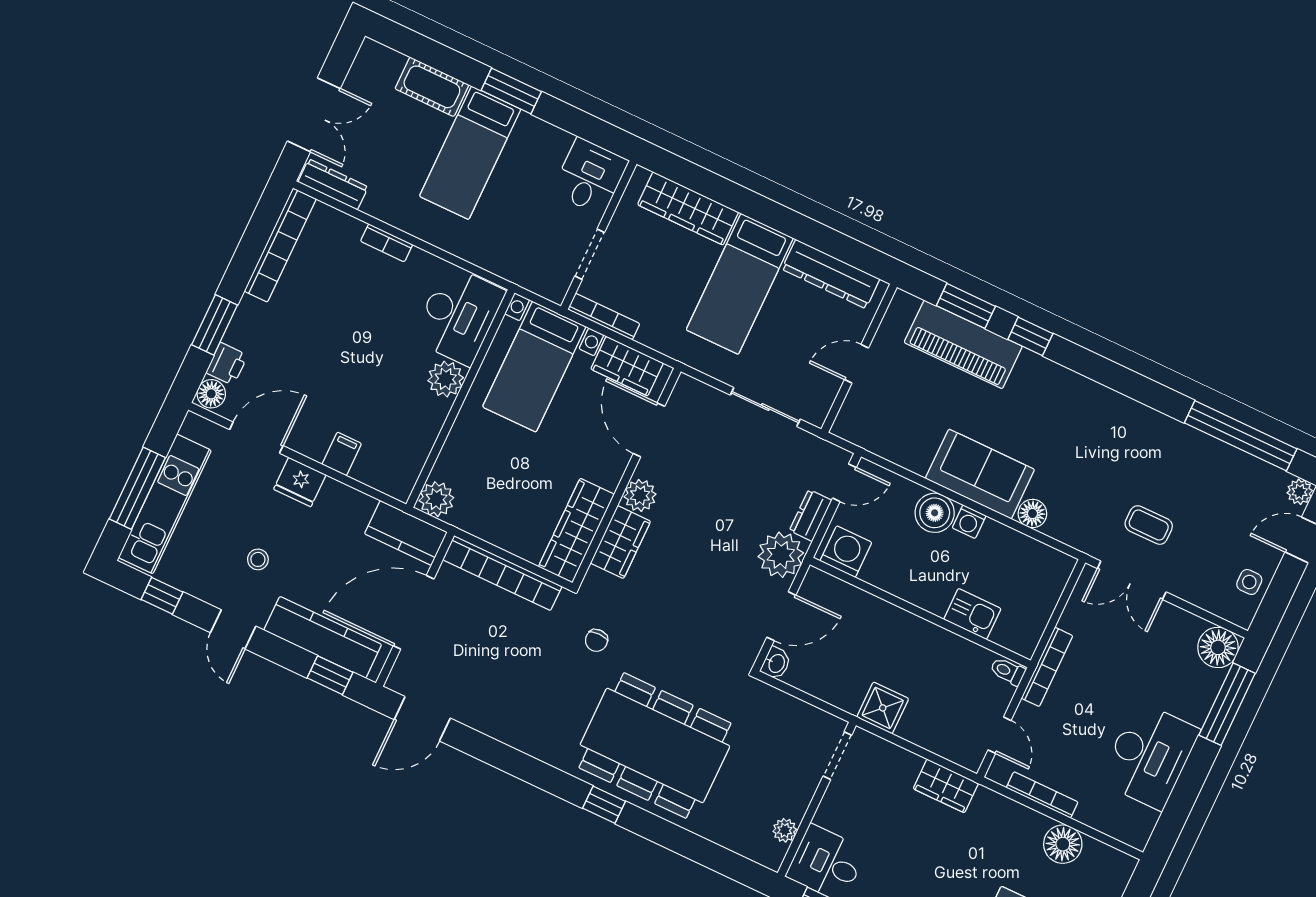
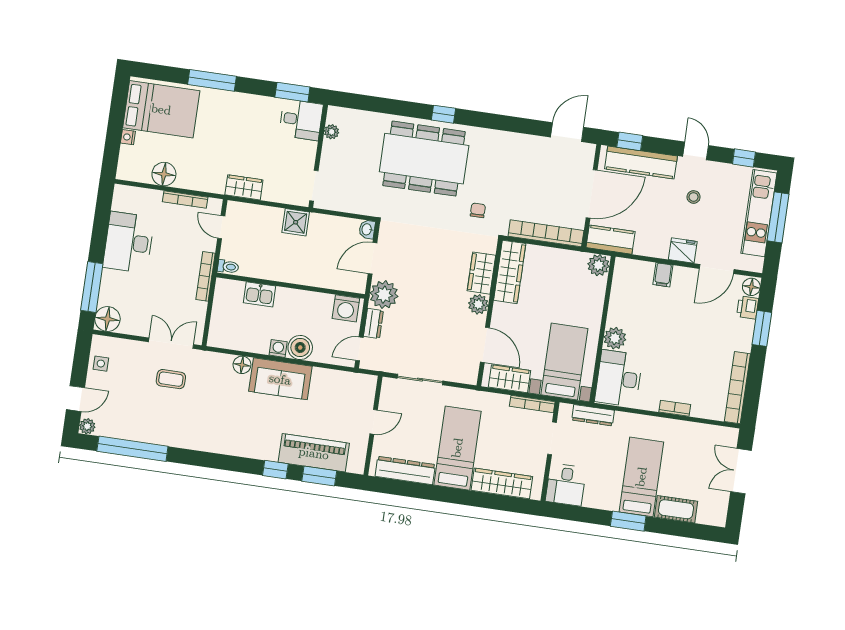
dresser: (333, 184) -> (593, 415), moved

